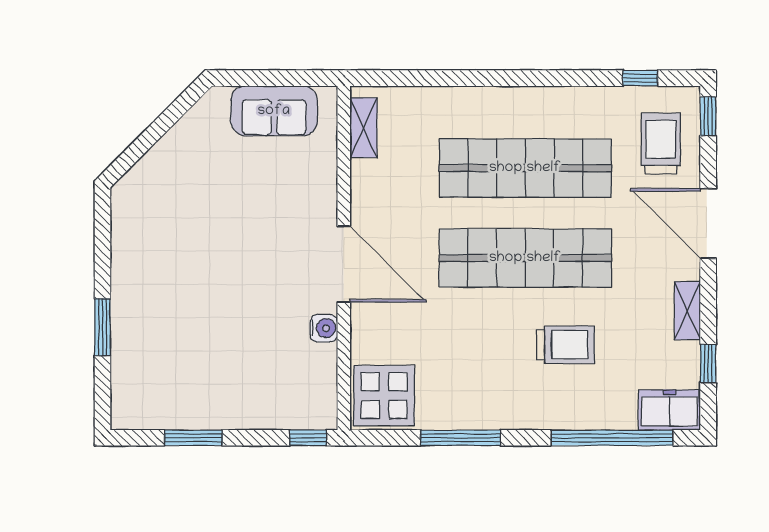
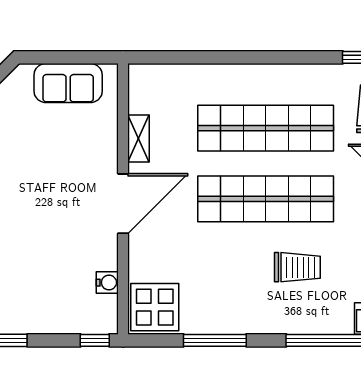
shelving: (363, 128) -> (138, 138), moved
door: (344, 264) -> (123, 204), hinge flipped
water cooler: (324, 328) -> (107, 283), moved

